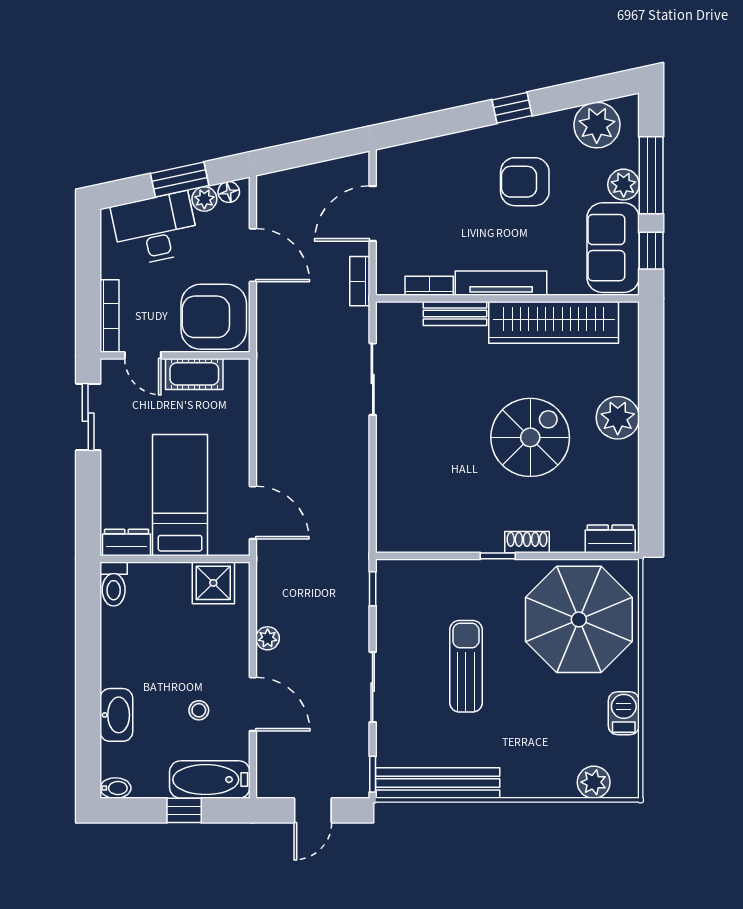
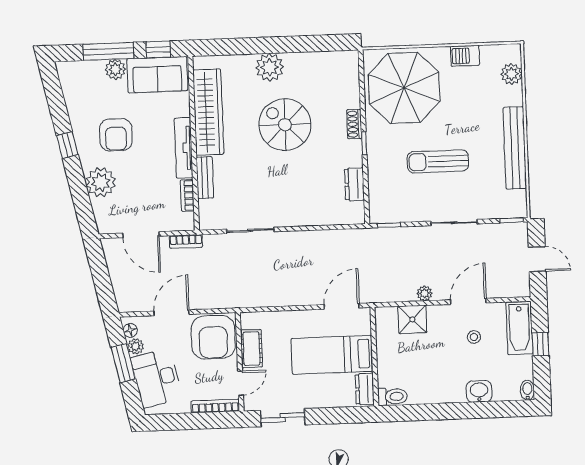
plant: (597, 125) -> (101, 182), moved
dresser: (610, 539) -> (354, 184), moved
shower: (213, 583) -> (412, 319), moved
washbasin: (116, 715) -> (479, 391), width x0.72
bench: (438, 783) -> (515, 148), moved

